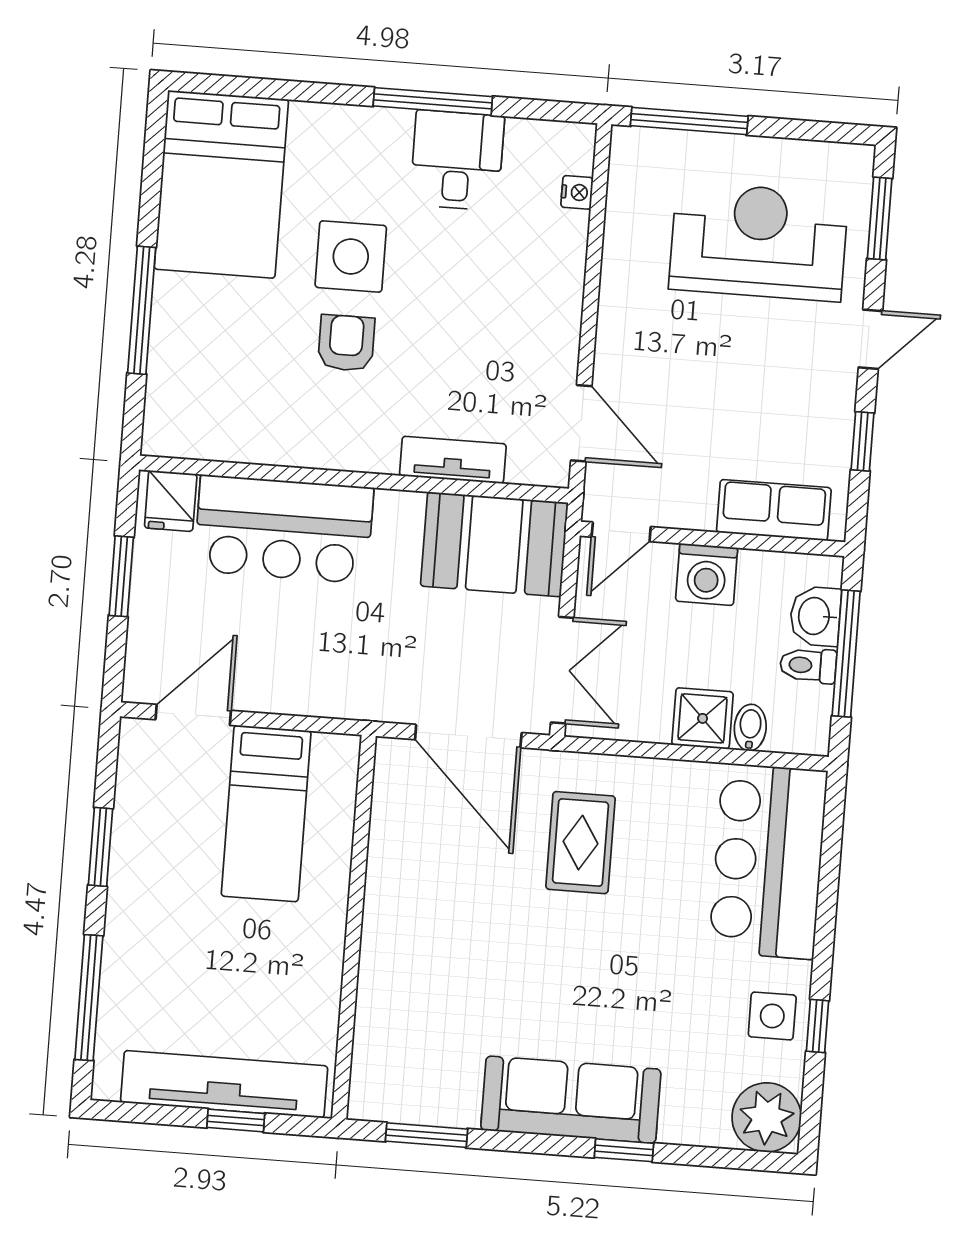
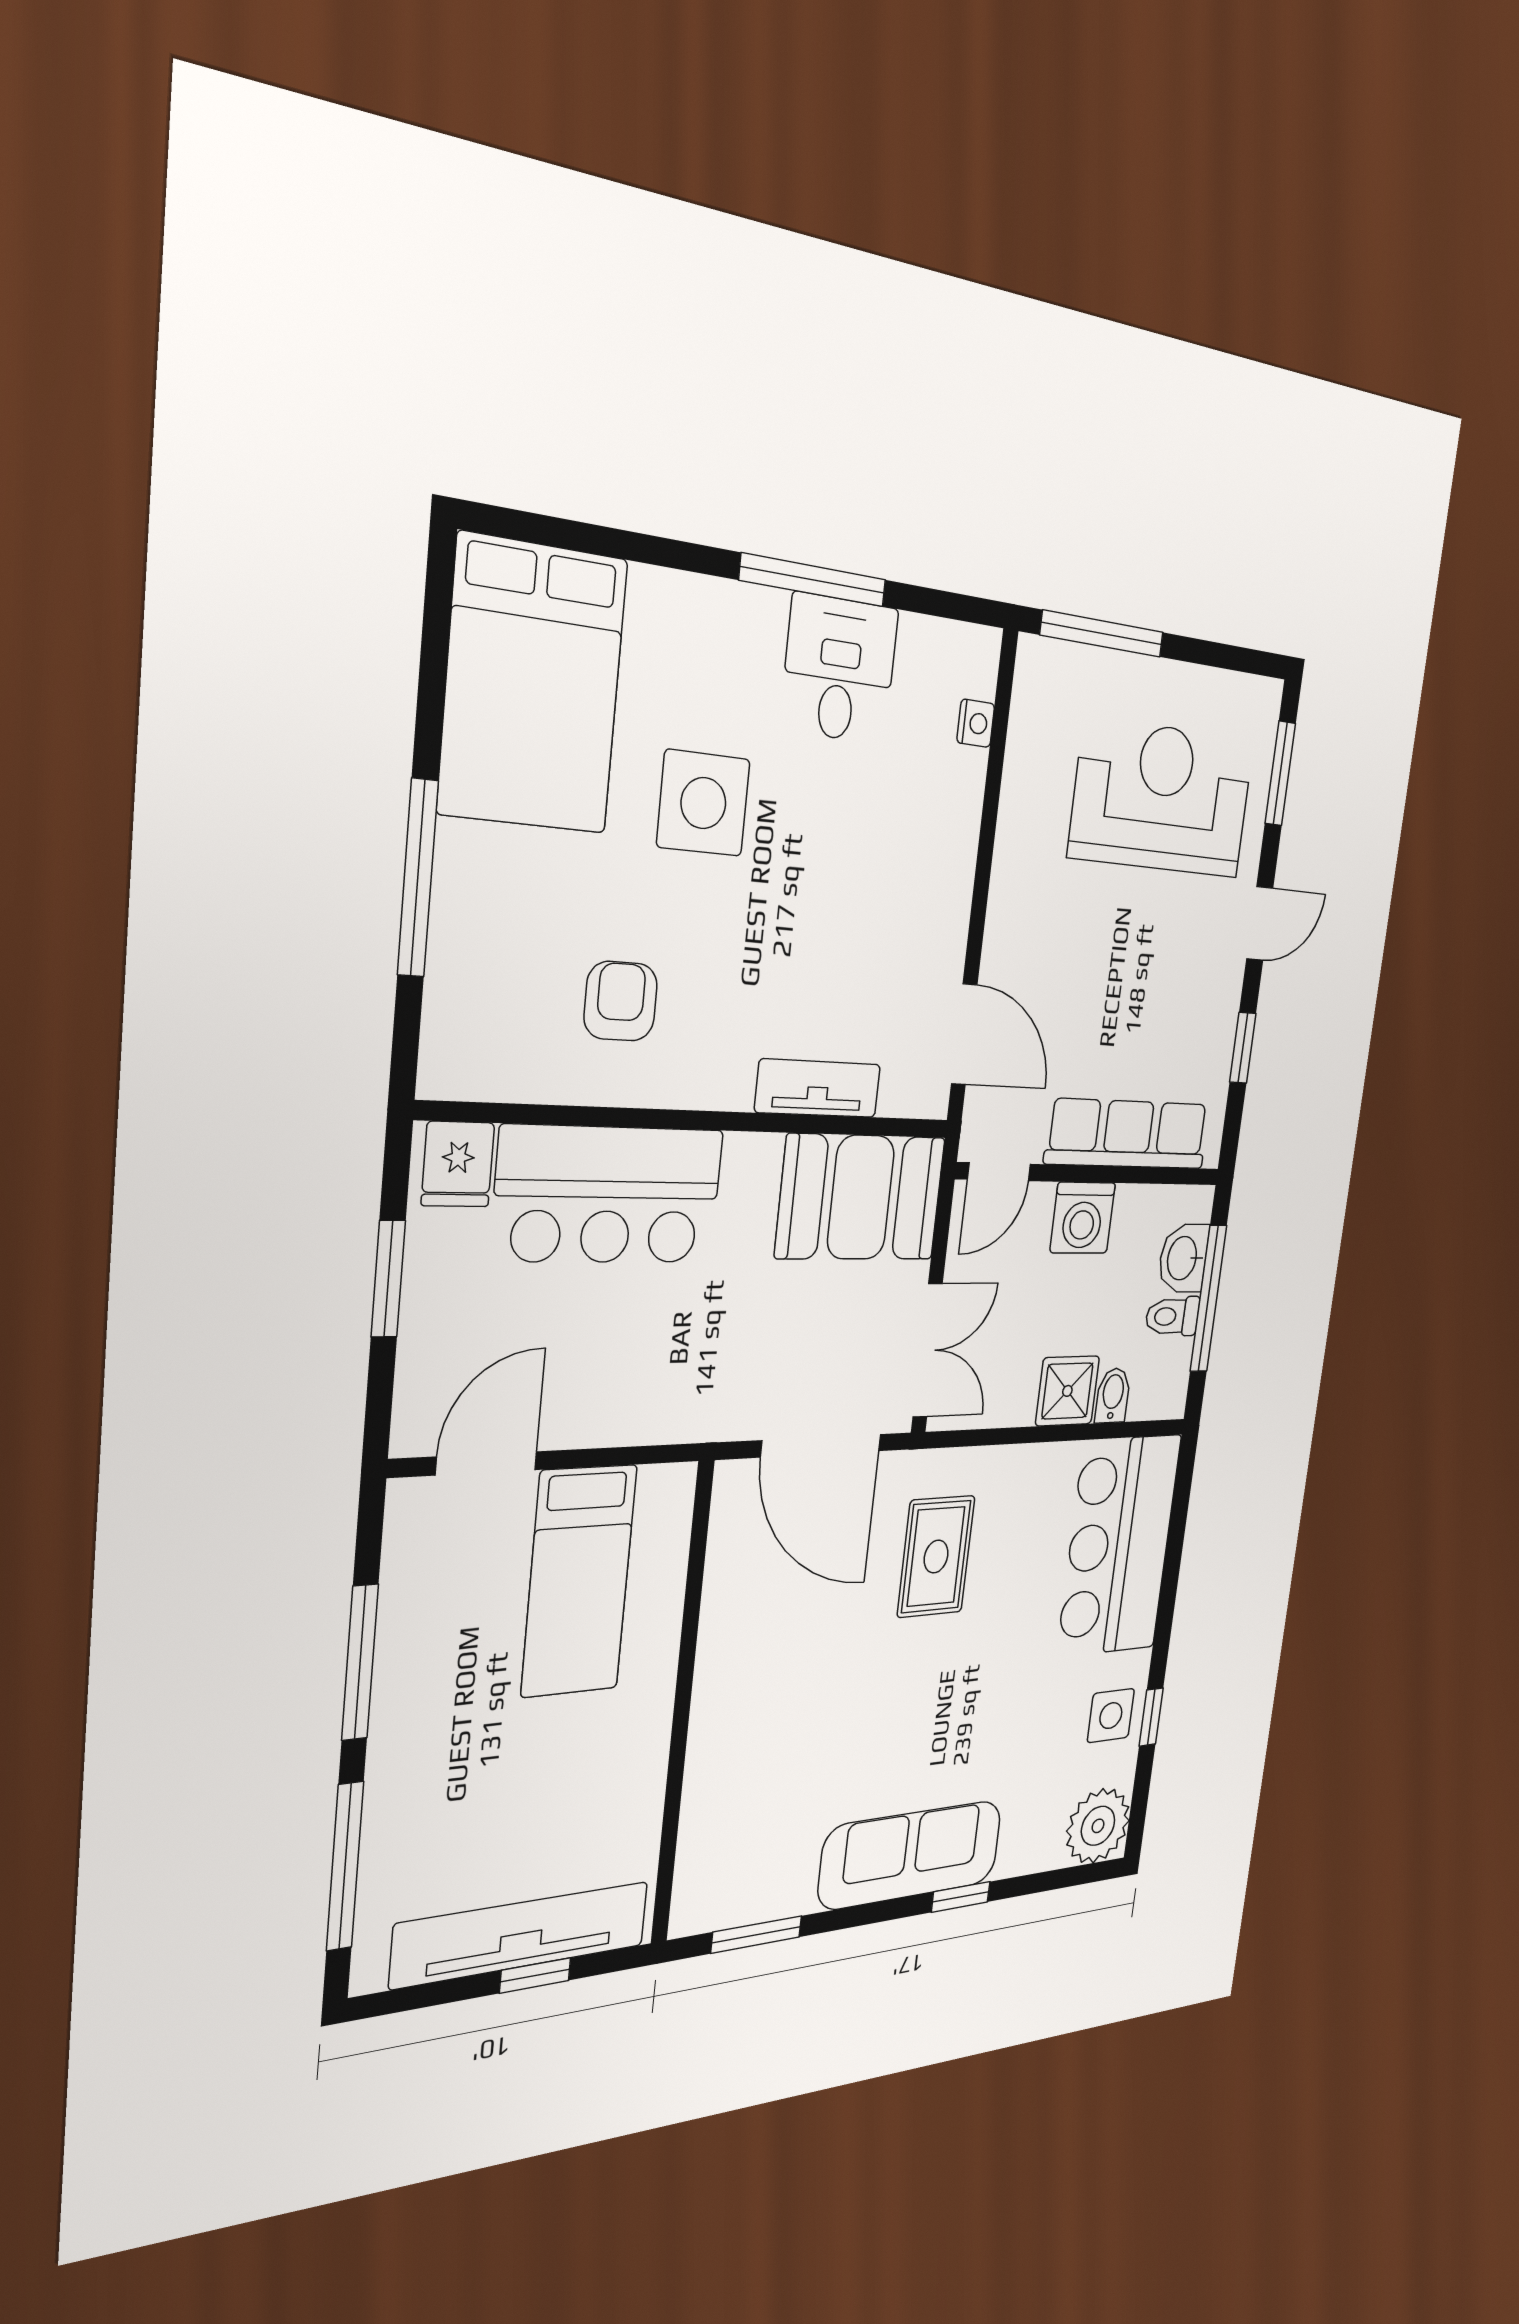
armchair: (346, 343) -> (621, 1001), moved
row of seats: (774, 510) -> (1128, 1134), width x1.48
window: (100, 847) -> (360, 1662), width x1.44

